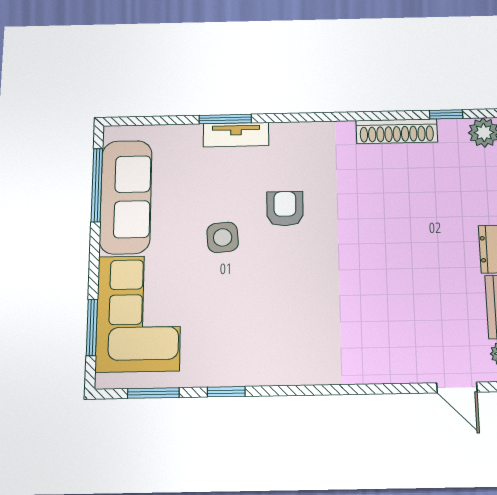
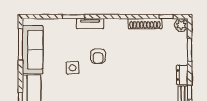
tv unit: (236, 135) -> (90, 24), moved
armchair: (285, 209) -> (98, 56), turned 180

